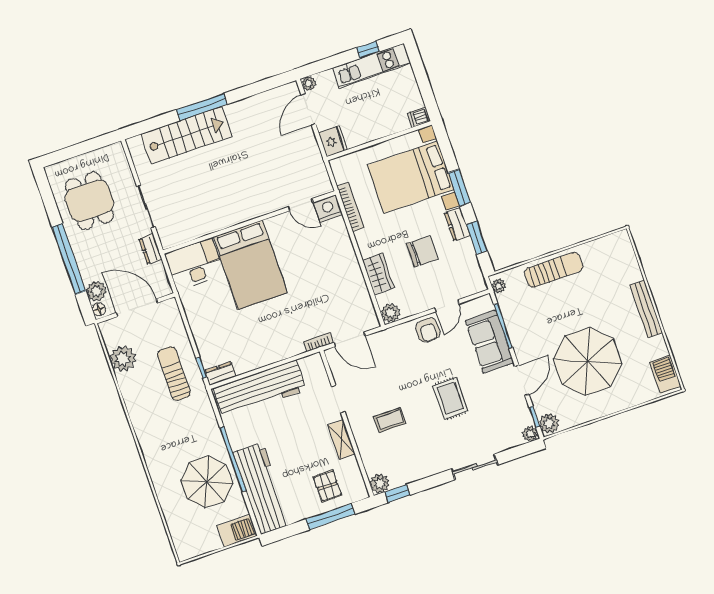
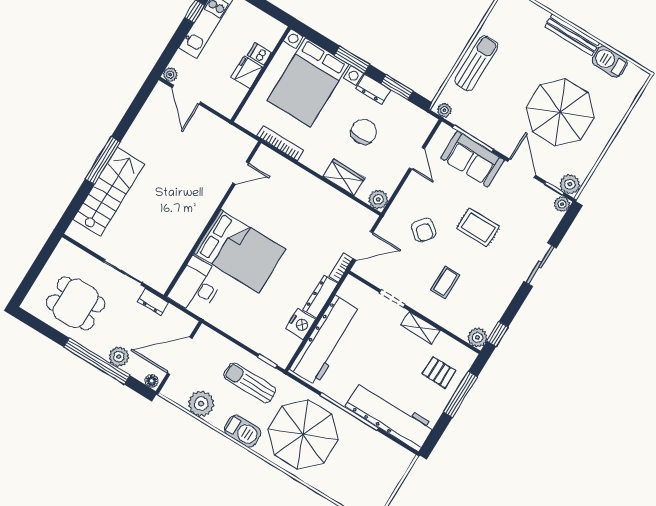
dishwasher: (419, 117) -> (259, 54), moved, turned 90
fridge: (333, 141) -> (247, 72), moved, turned -90
nightstand: (328, 209) -> (300, 324), moved, turned 180
plant: (96, 291) -> (119, 357), moved
armchair: (428, 330) -> (424, 230), moved, turned 39
dresser: (220, 373) -> (320, 297), moved, width x1.44
barbecue: (665, 374) -> (610, 62), moved
parasol: (207, 482) -> (303, 434), moved, width x1.36, depth x1.36
barbecue: (237, 531) -> (242, 431), moved, turned 90

